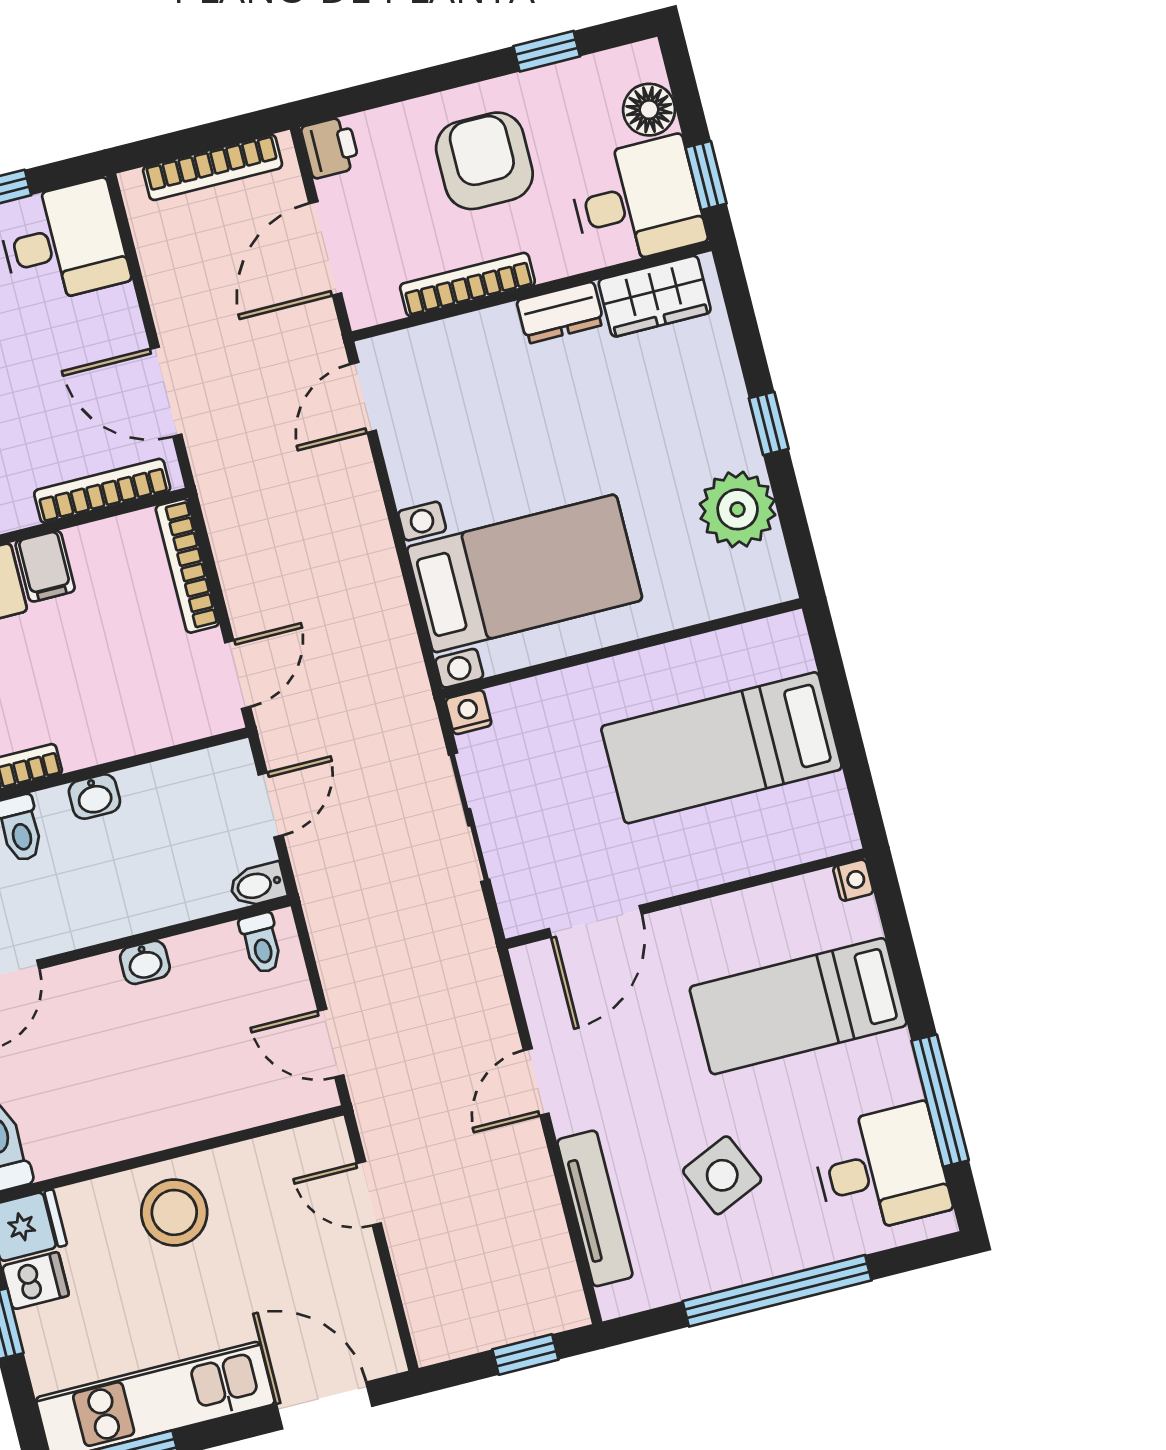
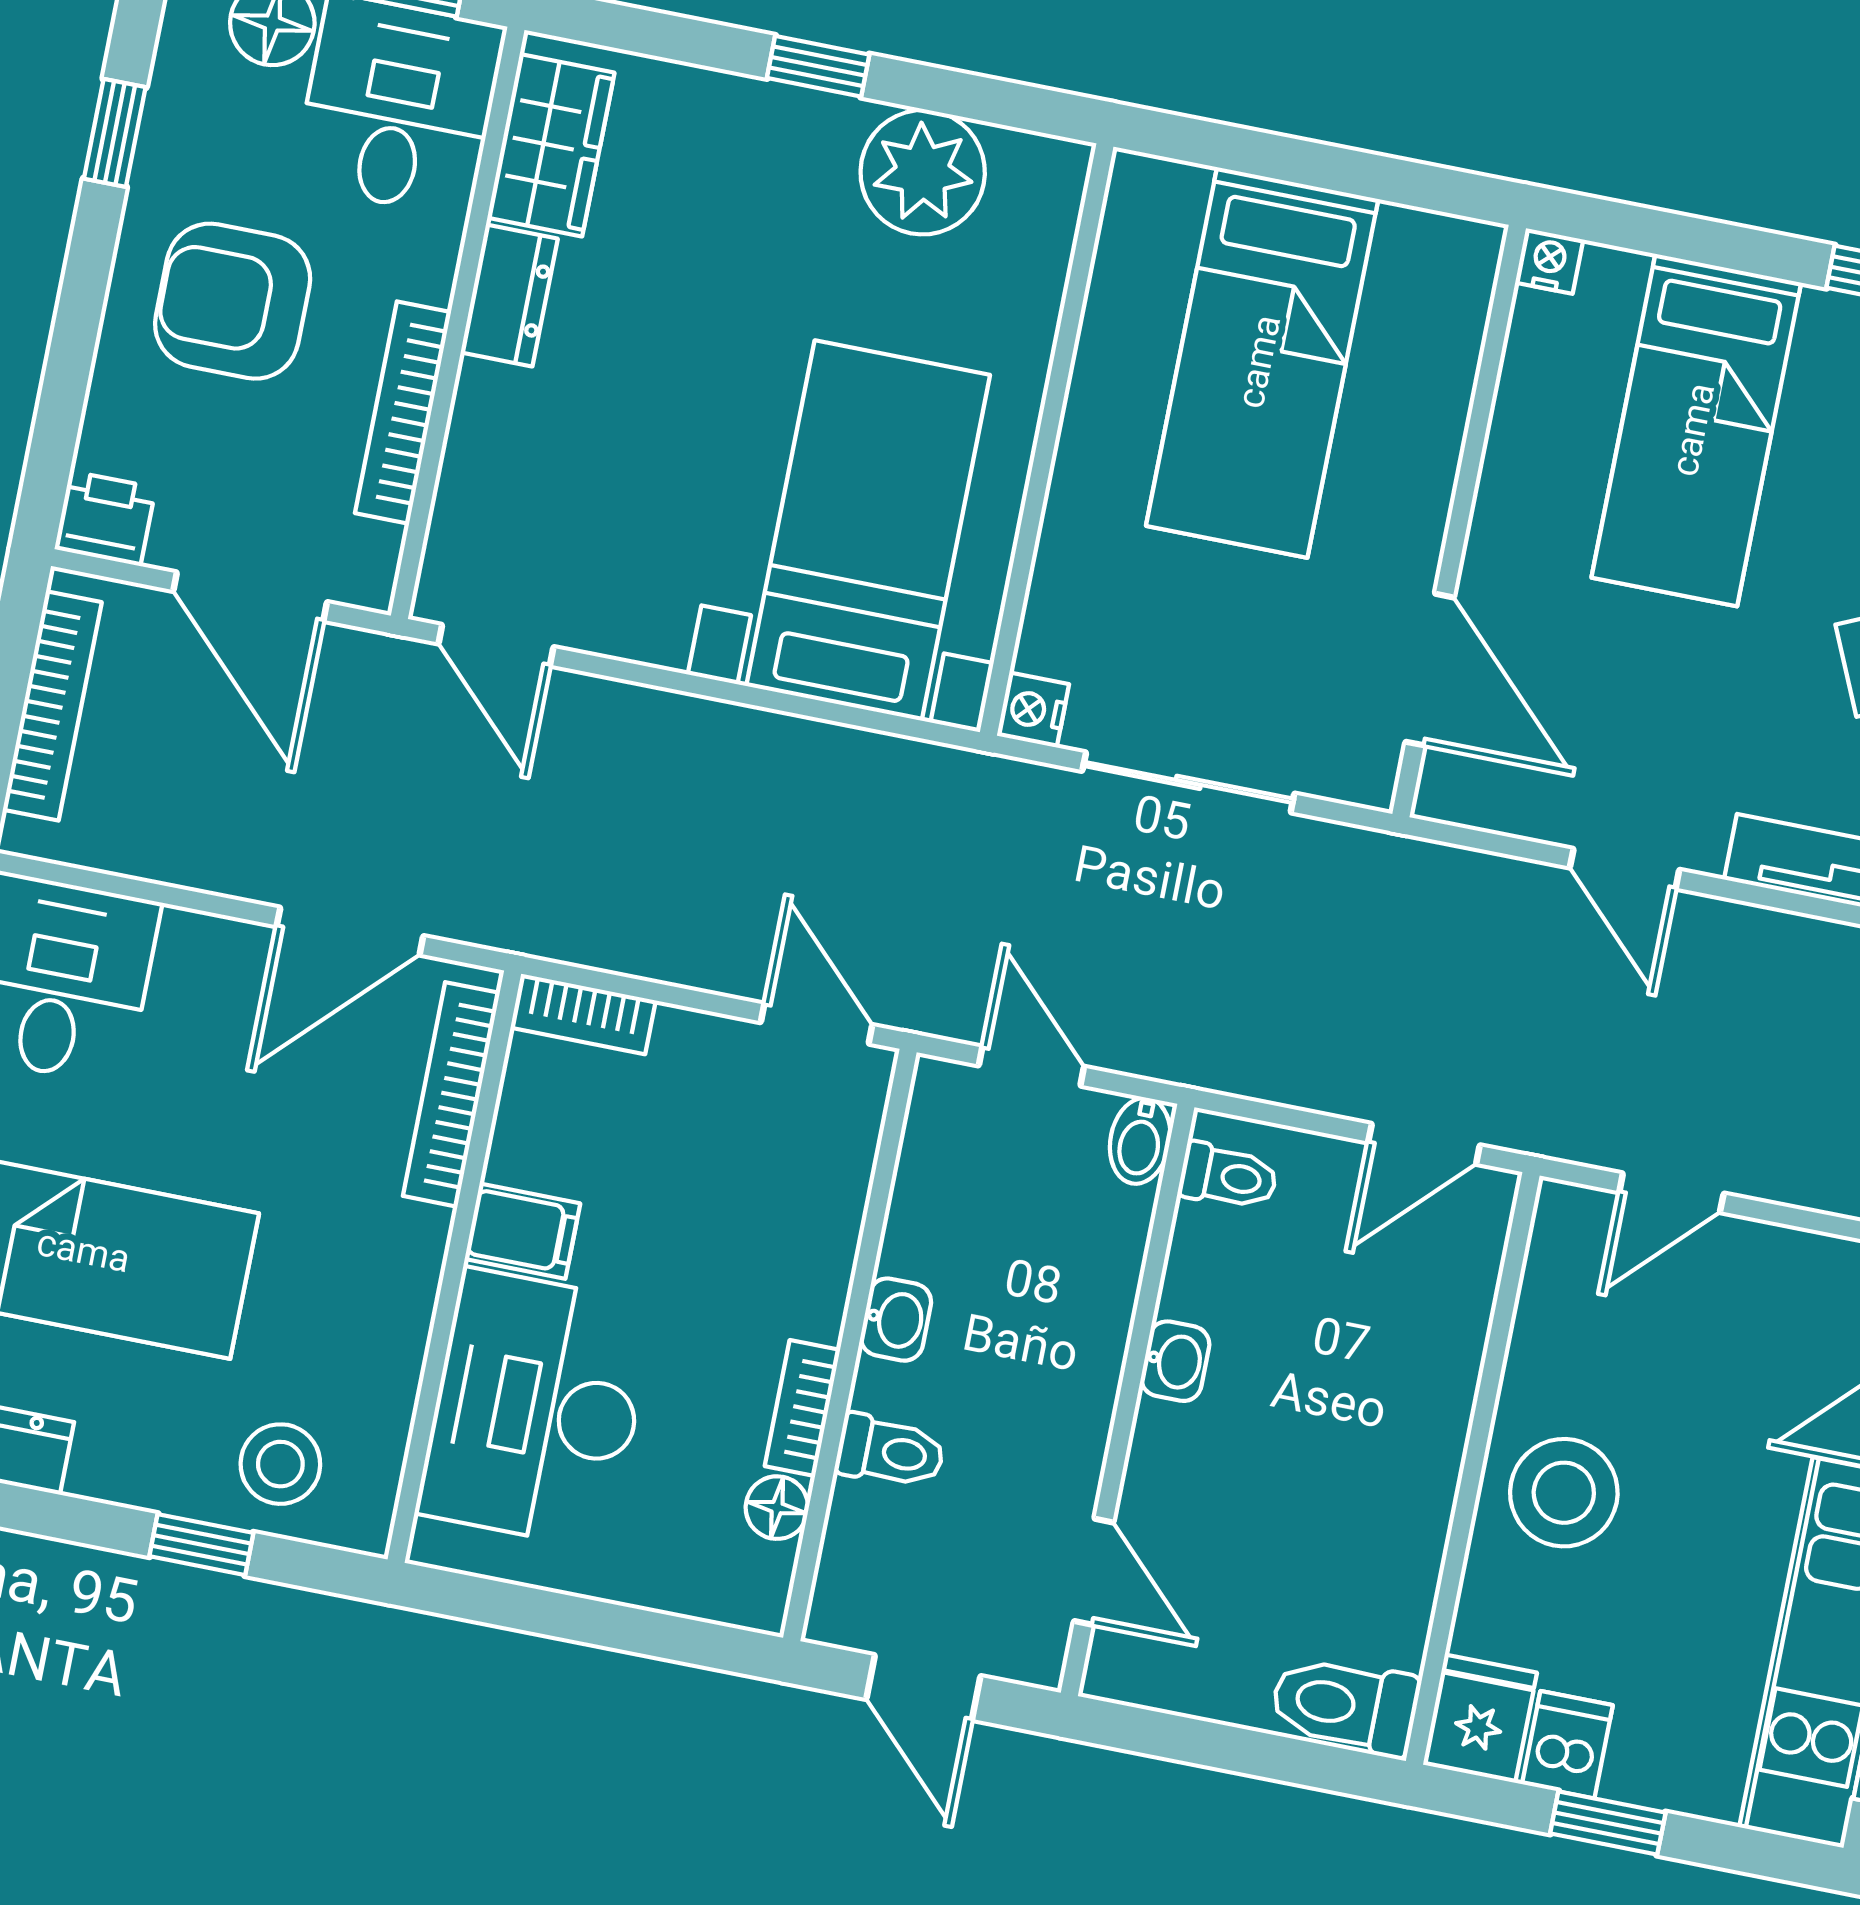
bookcase: (187, 566) -> (583, 1014), width x0.64

